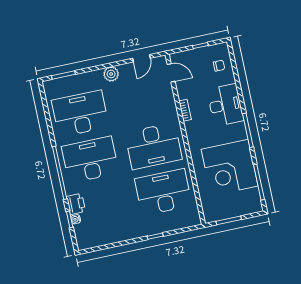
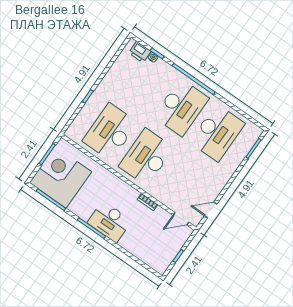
door: (141, 58) -> (211, 210), hinge flipped
chair: (219, 66) -> (153, 254), removed
plant: (111, 74) -> (221, 180), removed
desk: (225, 105) -> (109, 222), moved
corner desk: (230, 168) -> (60, 177), moved
desk: (163, 192) -> (110, 132), turned 180
printer: (76, 204) -> (140, 52), moved

